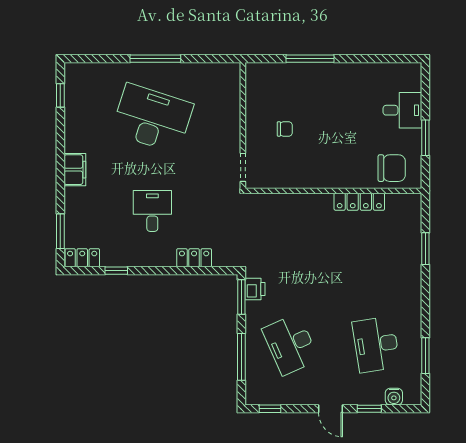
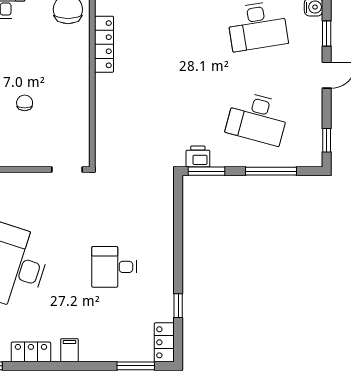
chair: (285, 129) -> (25, 103), moved
filing cabinet: (75, 170) -> (70, 350), width x0.50
locker: (194, 258) -> (31, 352), moved, turned 90
desk: (290, 344) -> (257, 118), turned 39

